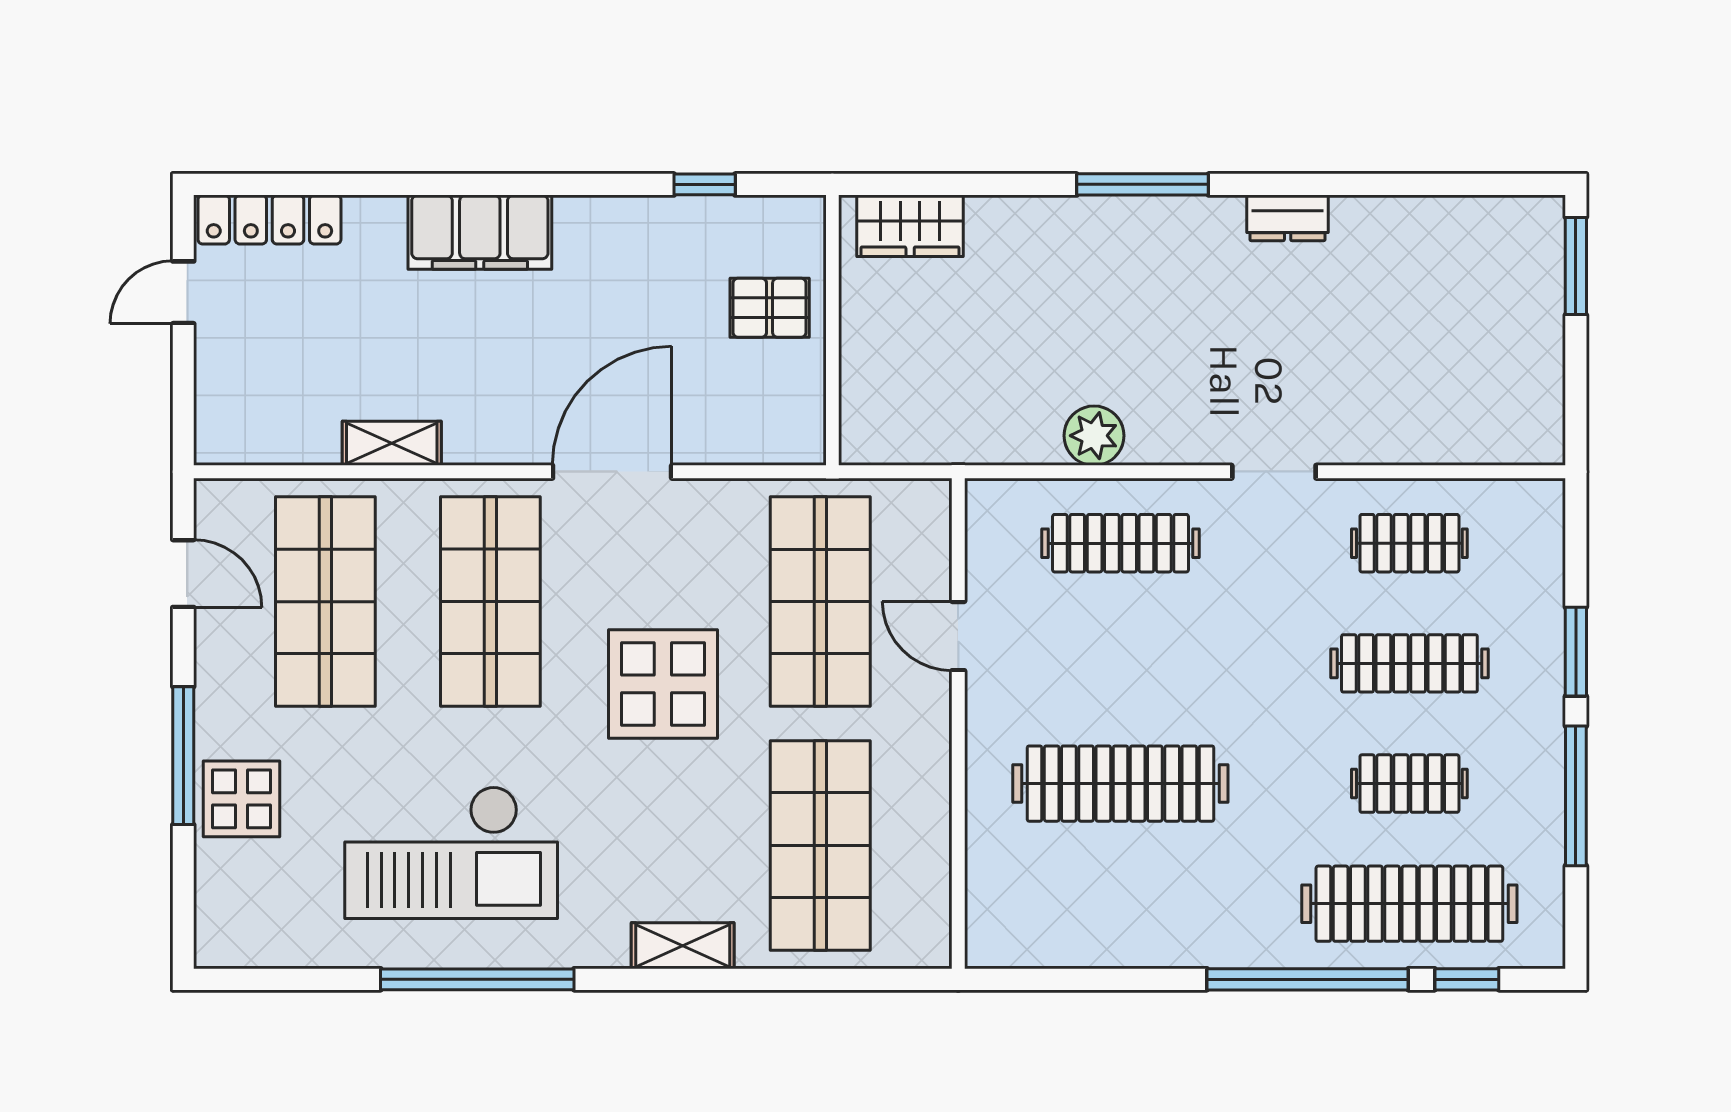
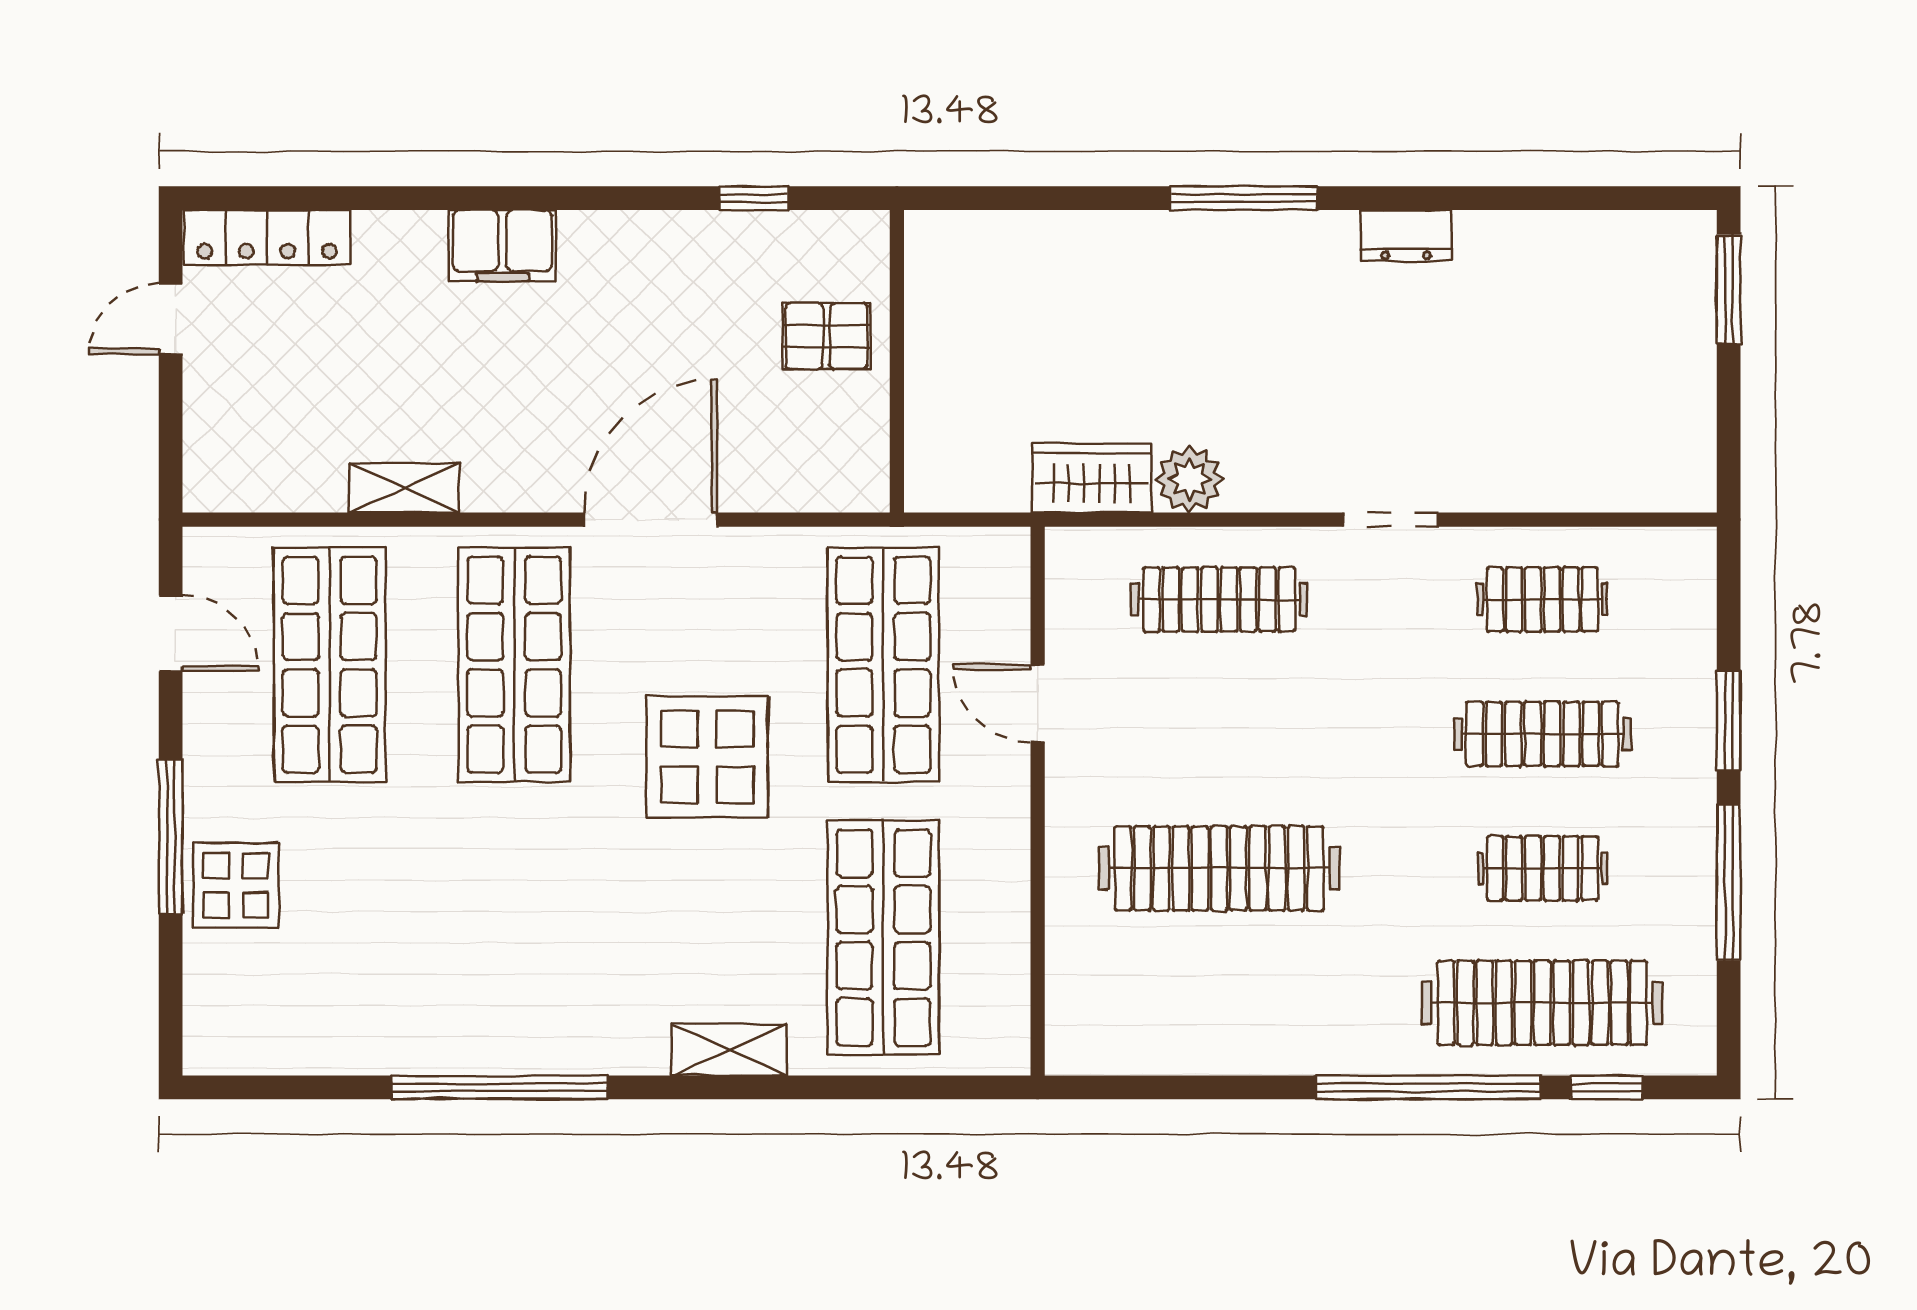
wardrobe: (910, 226) -> (1092, 478), moved, turned 180
filing cabinet: (480, 232) -> (502, 246), width x0.67, depth x0.86
checkout: (451, 852) -> (470, 945), removed

